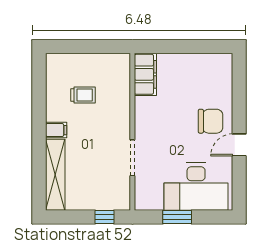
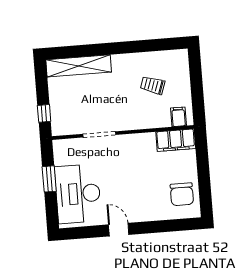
trolley: (83, 95) -> (153, 85), turned 109
chair: (211, 121) -> (182, 194), moved
filing cabinet: (56, 130) -> (178, 117), moved, turned 180

